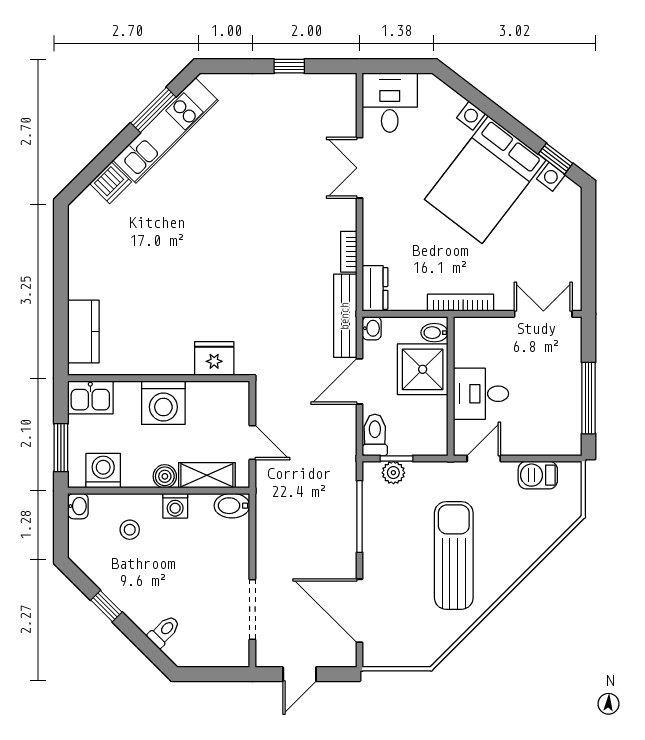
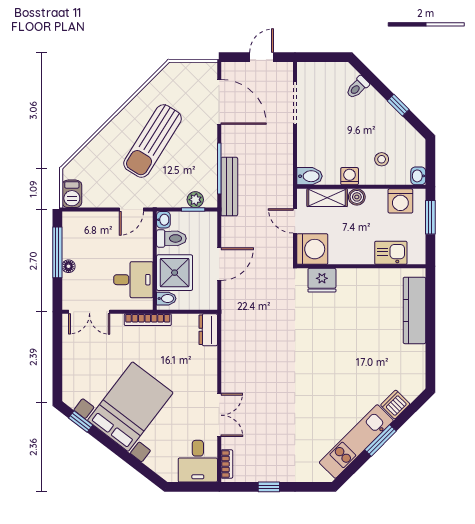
window: (153, 110) -> (380, 440), moved
bookcase: (349, 252) -> (227, 464), moved
bench: (345, 316) -> (229, 187), moved
washbasin: (372, 328) -> (163, 220), moved, turned 180
kitchen counter: (83, 332) -> (414, 310), width x1.50
floor lamp: (573, 378) -> (69, 266), added
desk: (481, 394) -> (133, 280), moved
kitchen sink: (90, 397) -> (391, 253), moved
washing machine: (163, 403) -> (312, 249), moved, turned 90
toilet: (375, 435) -> (171, 238), moved, turned -90
barbecue: (538, 475) -> (72, 194), moved, turned 90
sun lounger: (454, 555) -> (153, 141), turned 32

